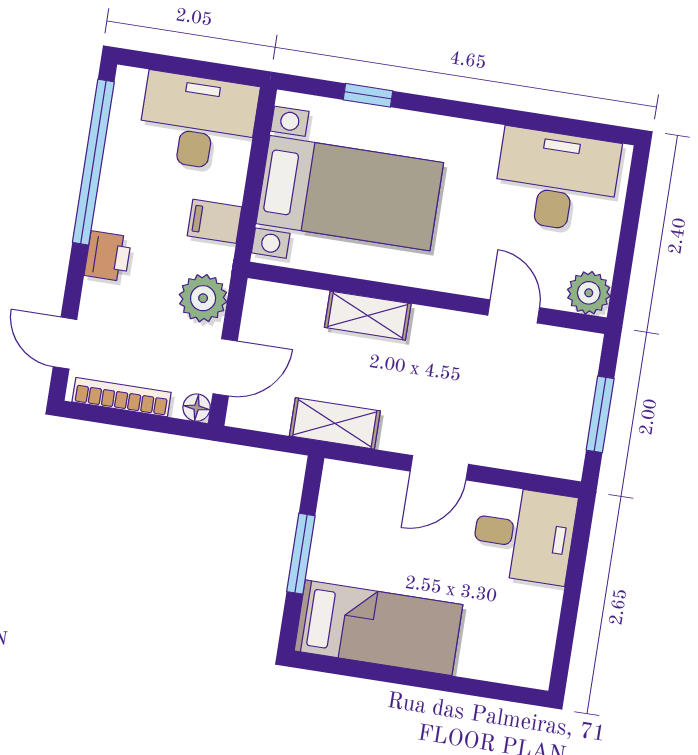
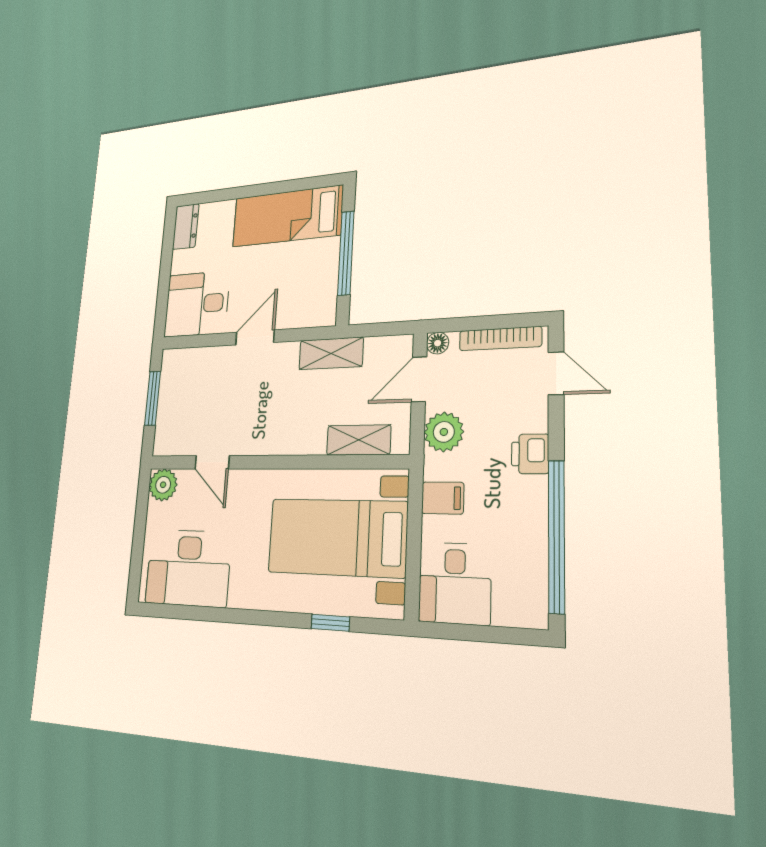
desk: (198, 122) -> (455, 583), width x0.73
shelving: (368, 316) -> (359, 440), moved
window: (301, 554) -> (346, 253), width x1.44
dresser: (535, 655) -> (186, 227), added

